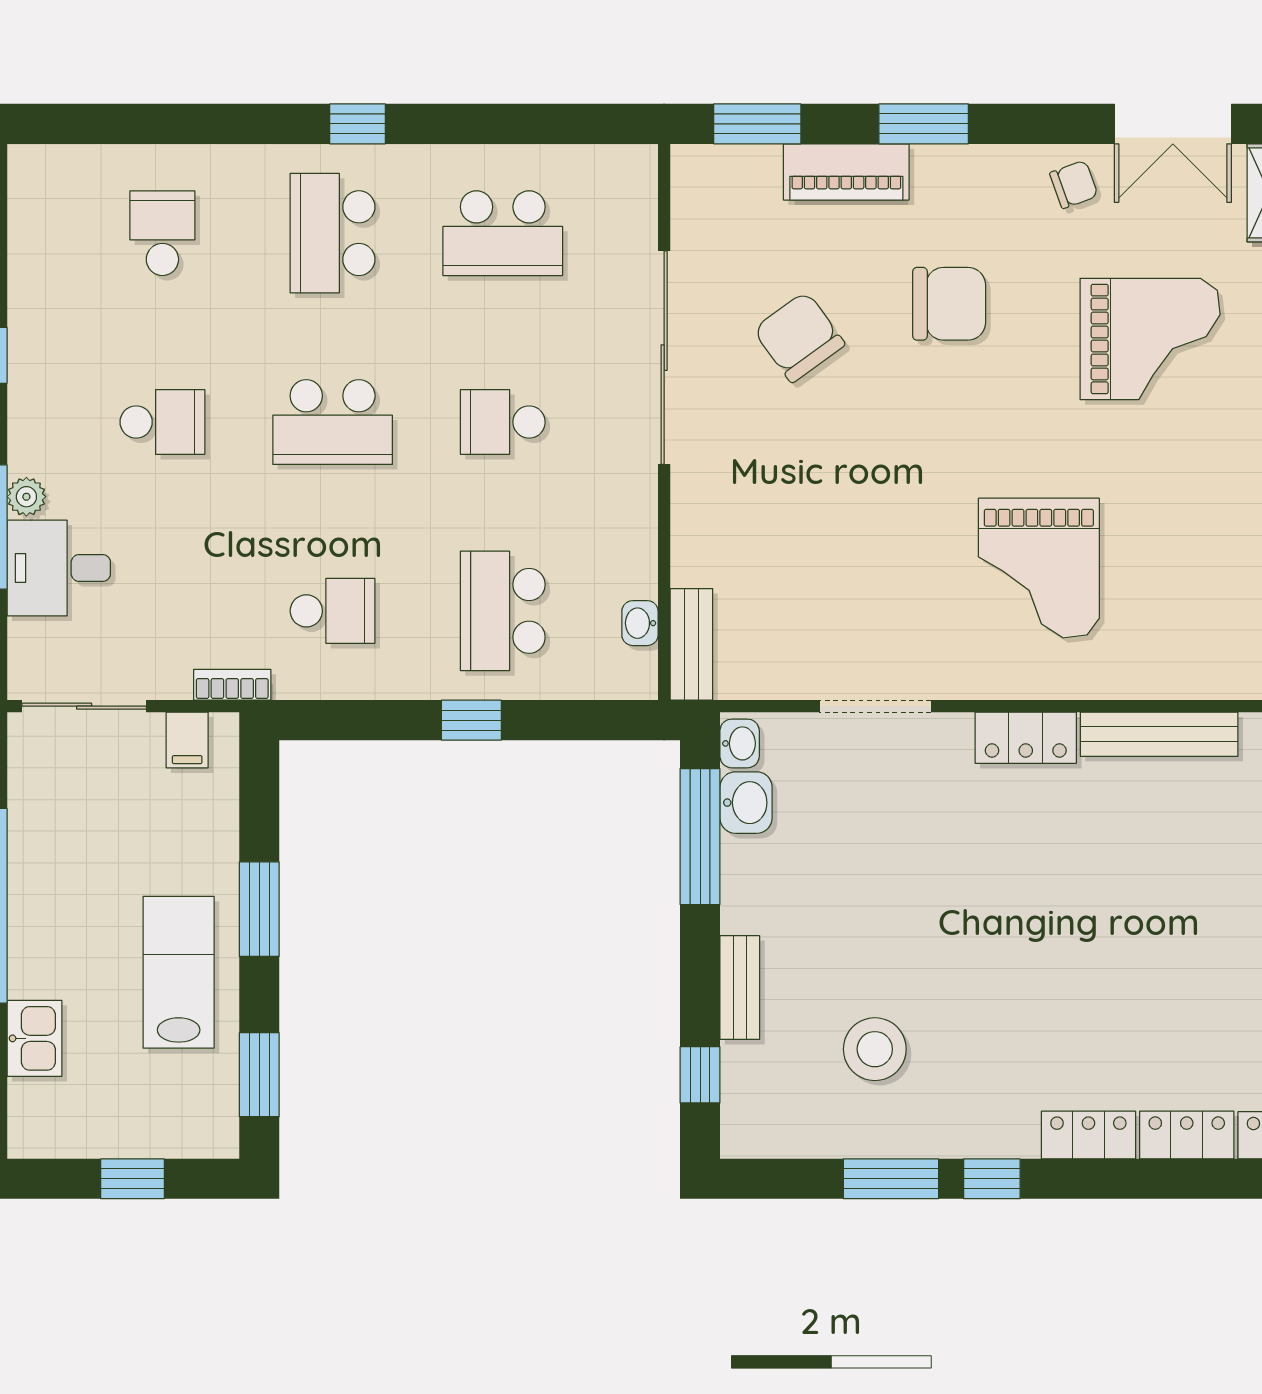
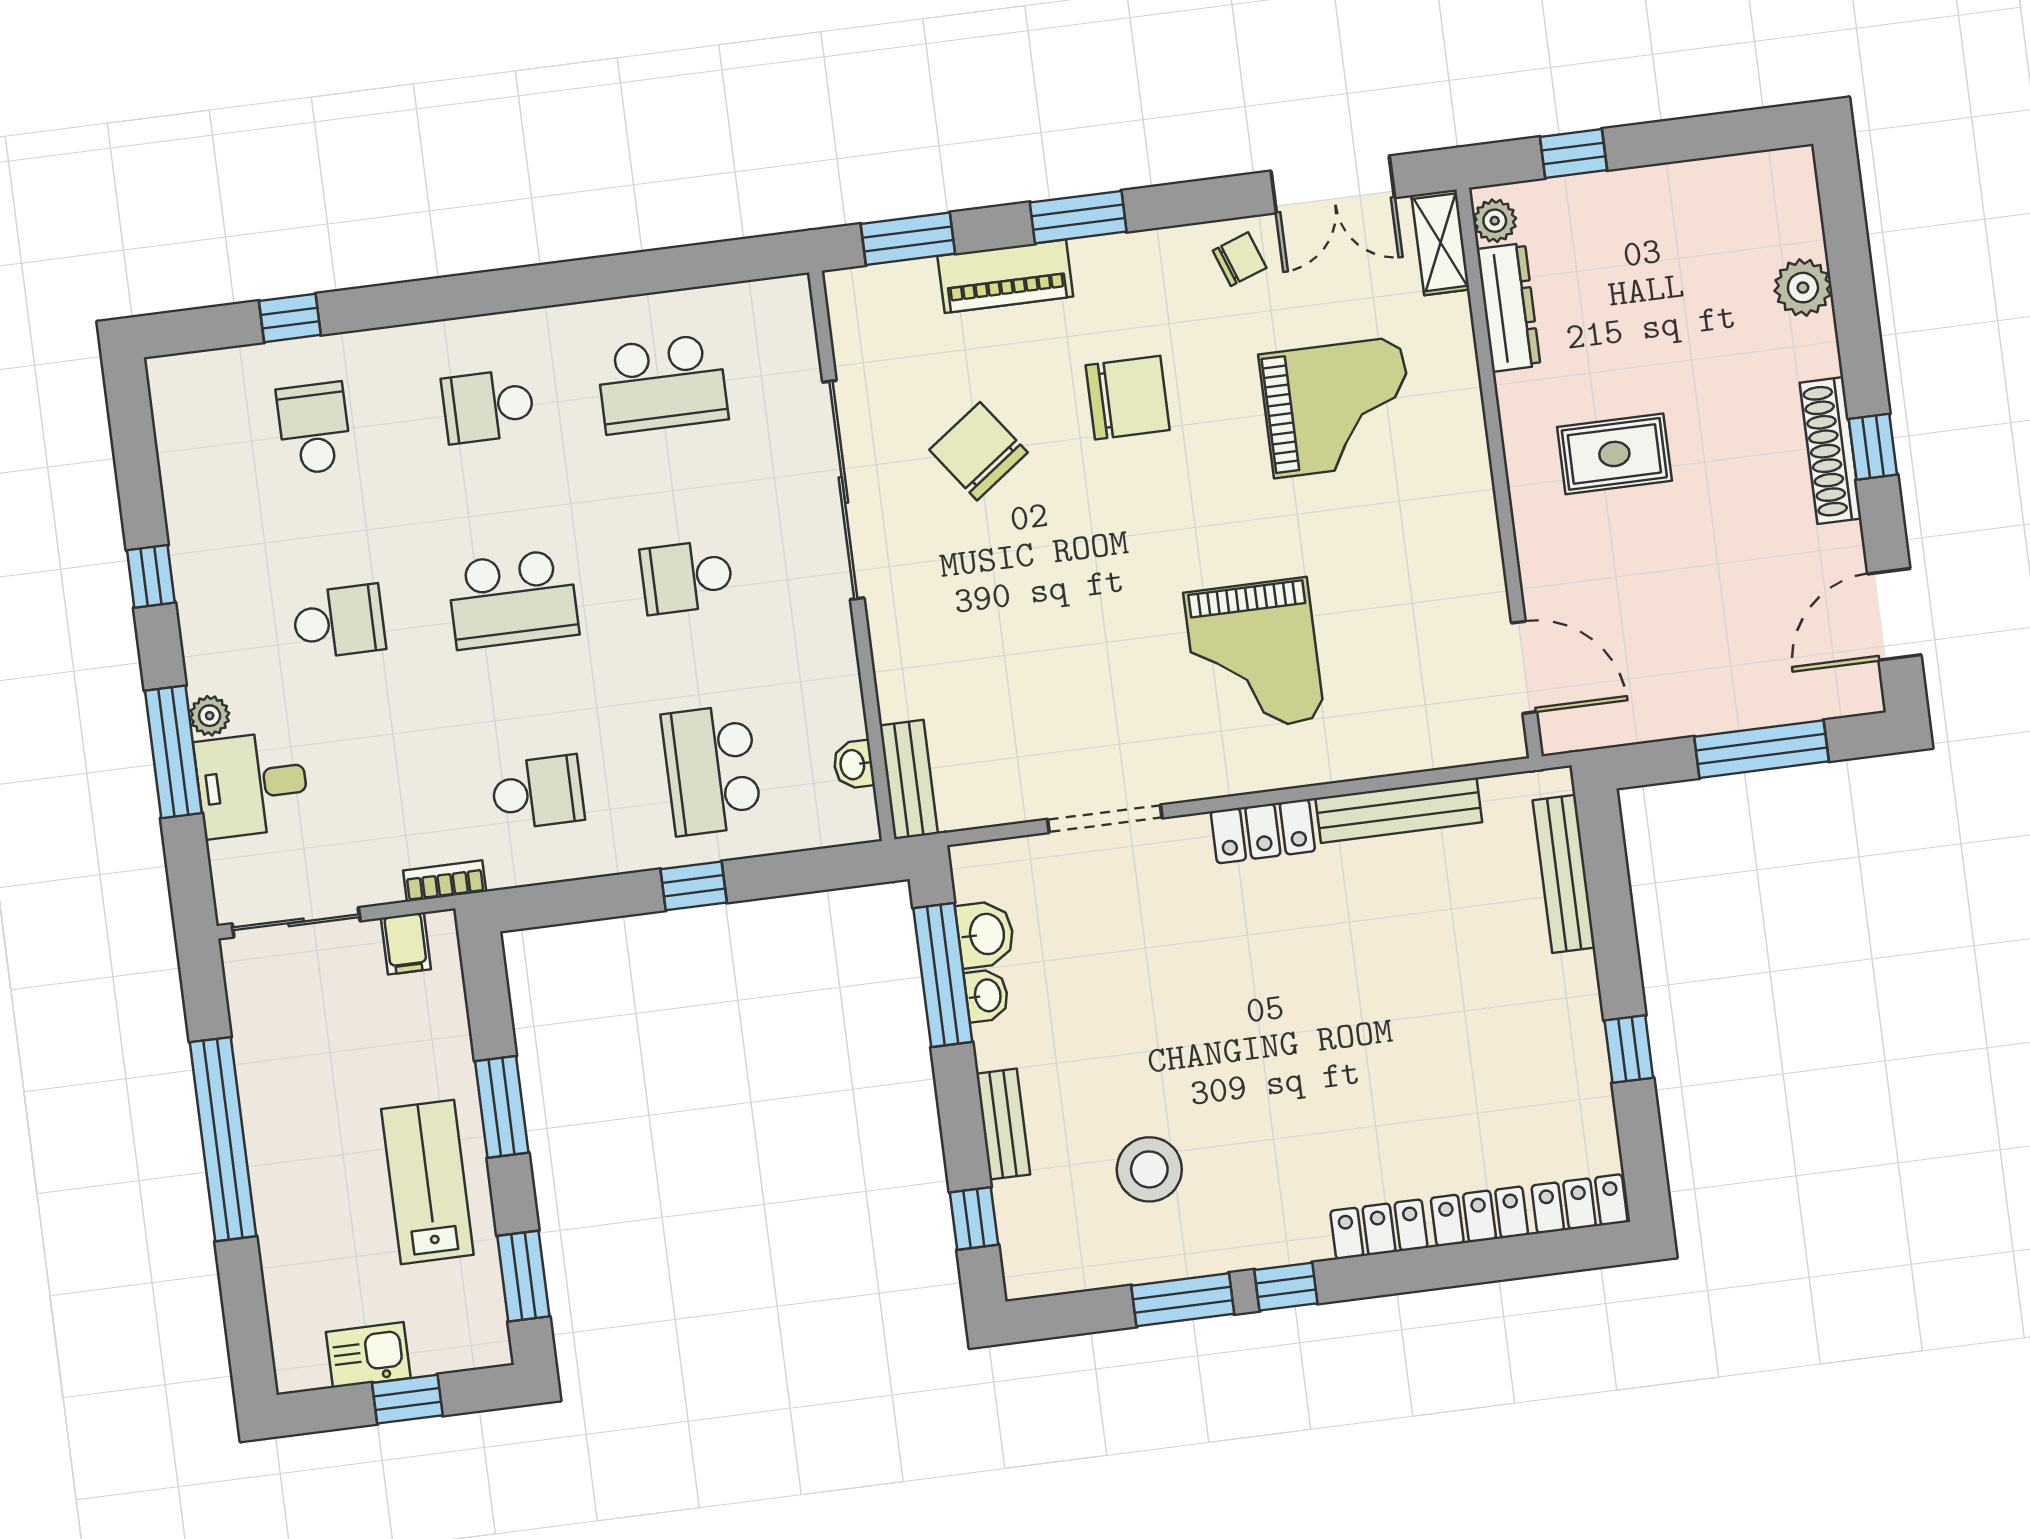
window: (358, 124) -> (290, 318), moved
school desk: (333, 233) -> (488, 406), width x0.54
washbasin: (740, 743) -> (987, 995), moved
kitchen sink: (35, 1038) -> (368, 1355), moved, turned -90

